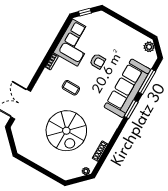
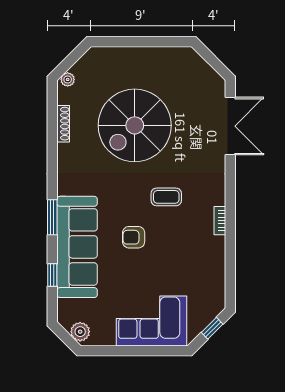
corner sofa: (75, 43) -> (152, 321), moved, turned 90
armchair: (98, 61) -> (134, 237), moved
window: (147, 82) -> (52, 275), width x0.46
spiral stairs: (66, 131) -> (135, 125), turned -90

